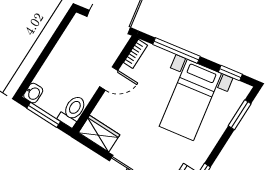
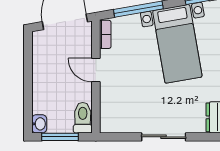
door: (109, 78) -> (96, 70), swing flipped
wardrobe: (99, 134) -> (118, 122), removed

